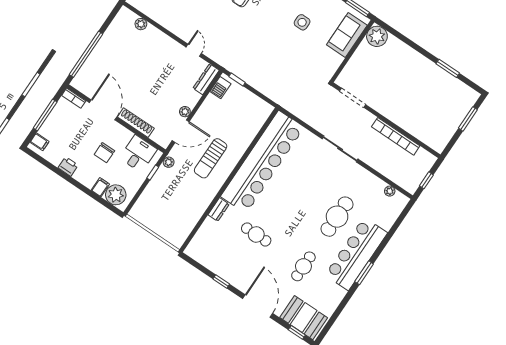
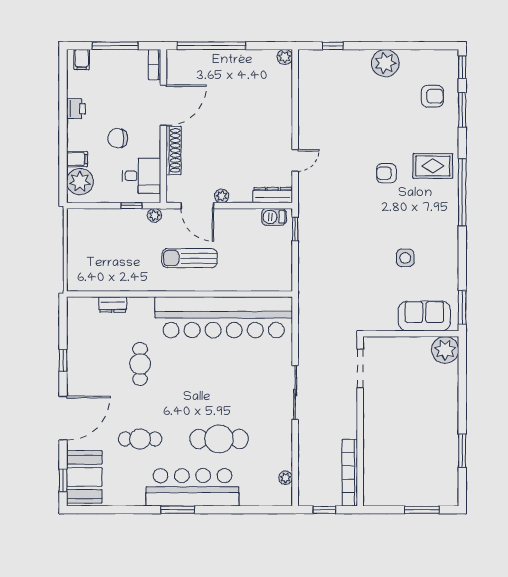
plant: (141, 24) -> (285, 57), moved
bookcase: (396, 136) -> (350, 473), moved
dresser: (219, 209) -> (113, 305), moved

